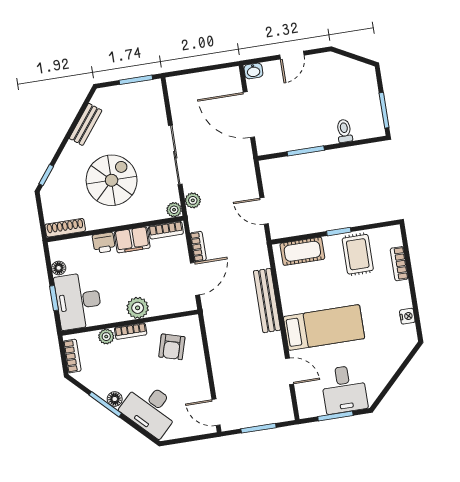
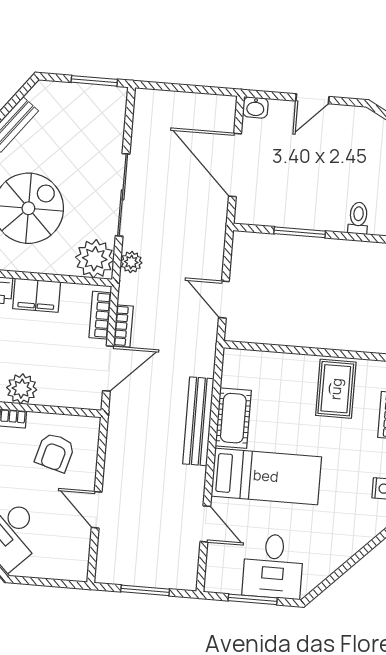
plant: (174, 210) -> (95, 259), width x1.88, depth x1.88
bookcase: (166, 230) -> (100, 315), moved, turned 90
window: (339, 232) -> (318, 352), removed
cot: (302, 251) -> (233, 418), moved, turned 90
door: (216, 412) -> (97, 510), moved

